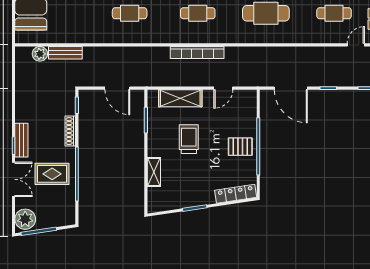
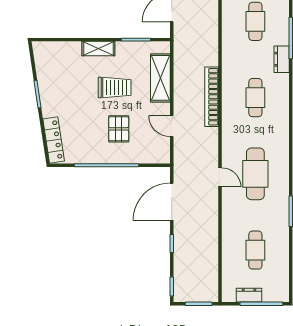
door: (356, 45) -> (220, 177), moved
pallet: (240, 147) -> (119, 129), moved
shelving: (154, 172) -> (98, 49), moved

